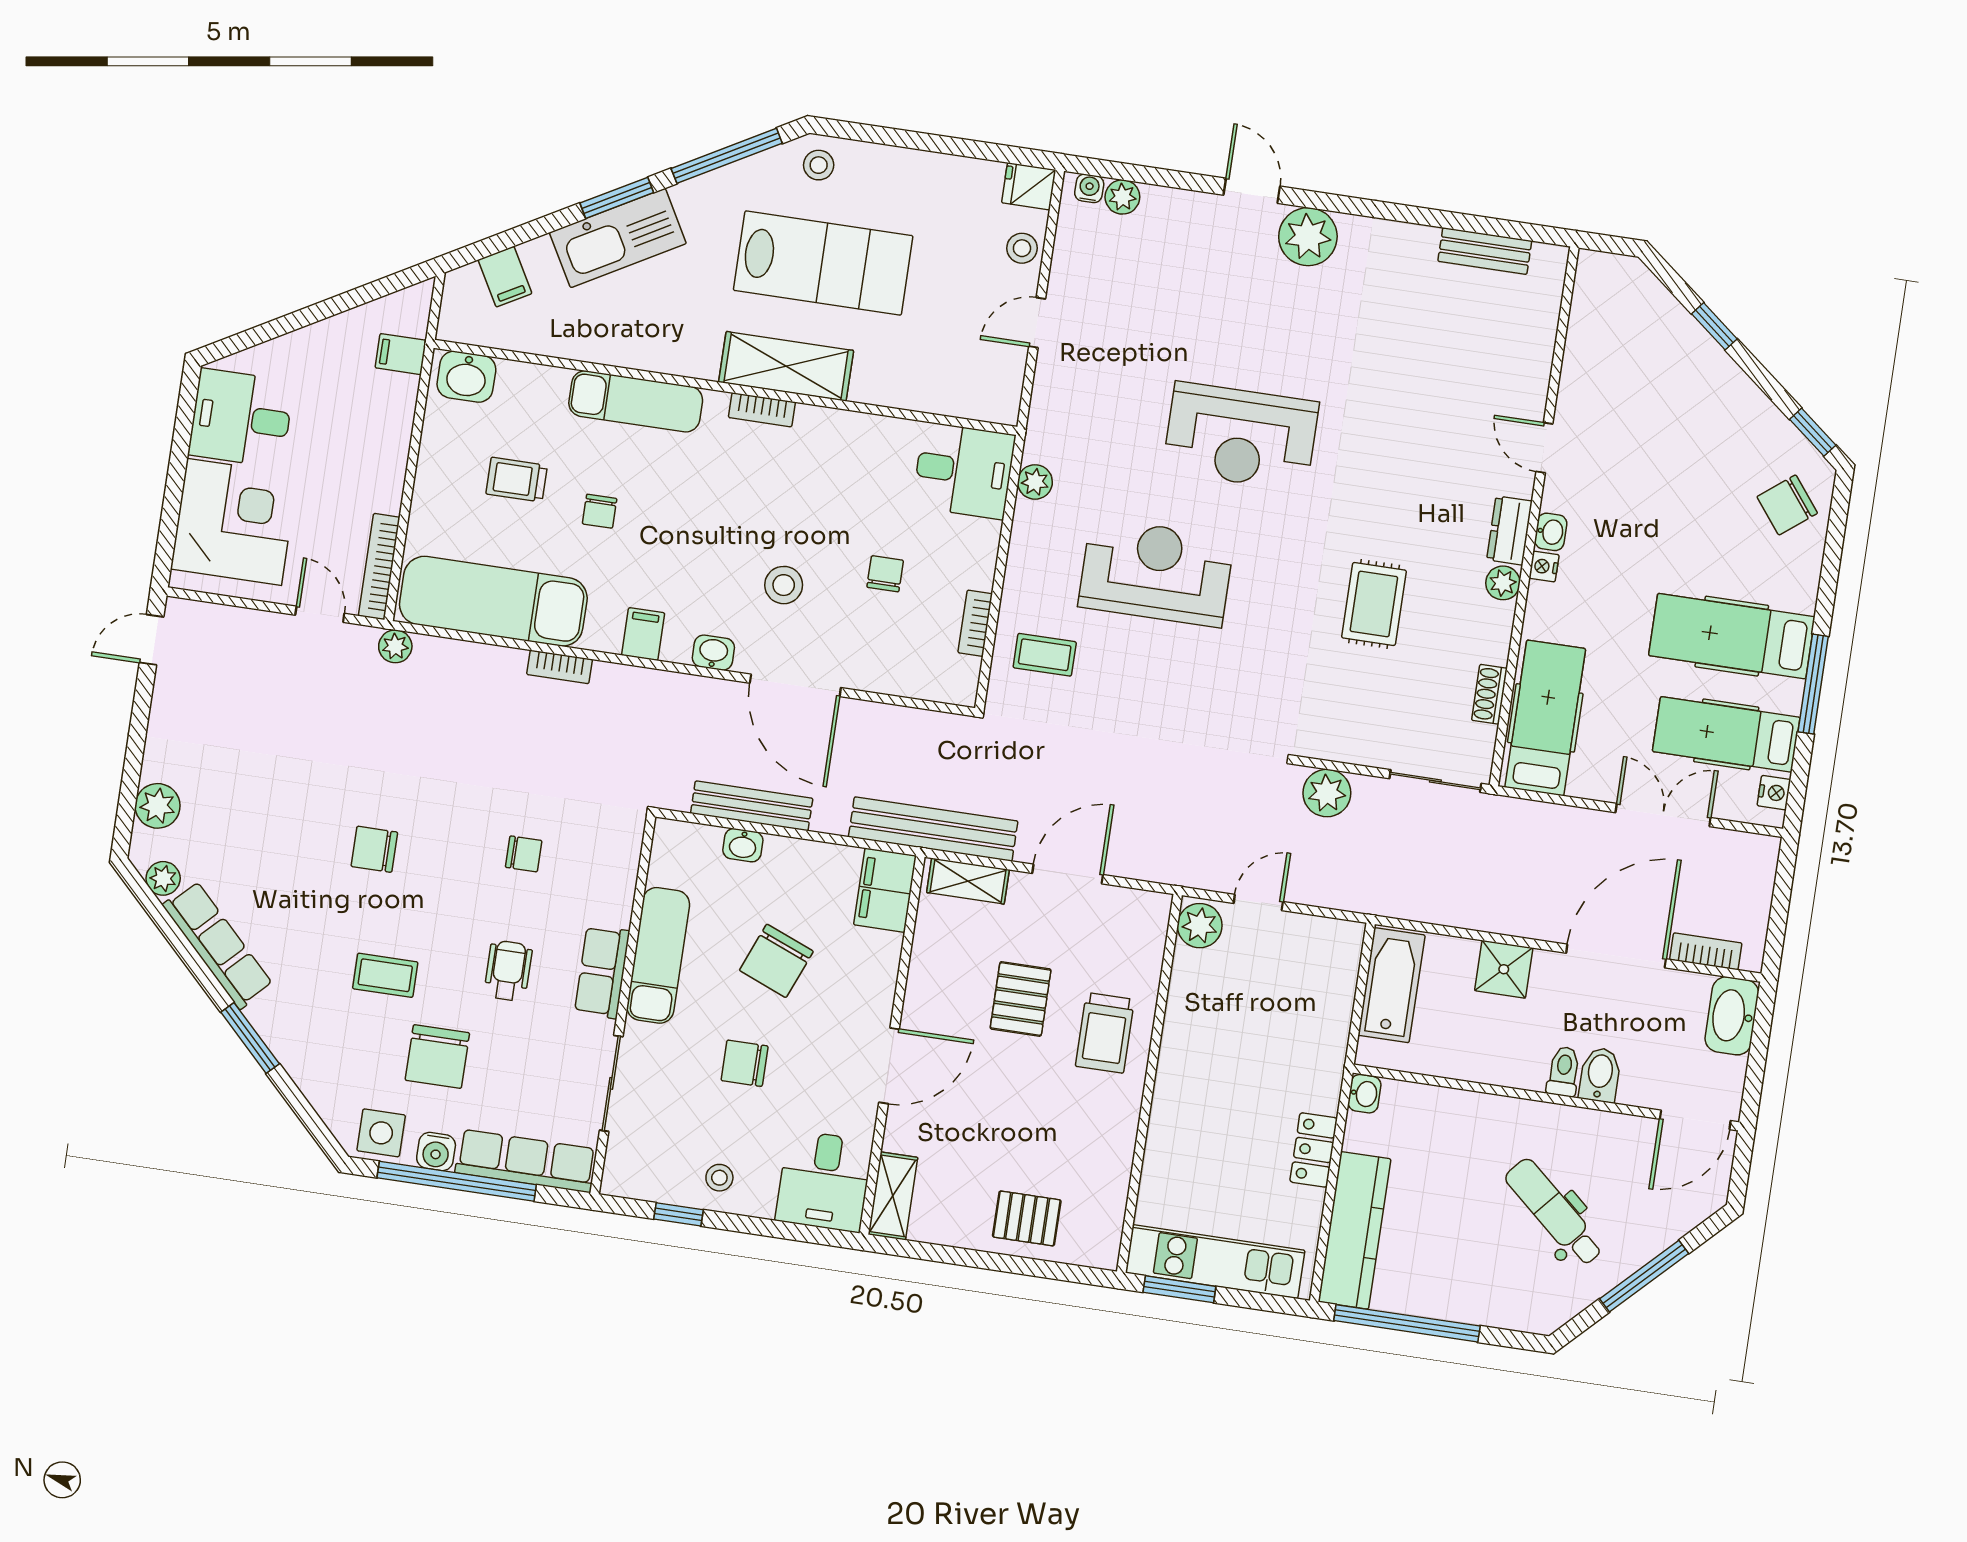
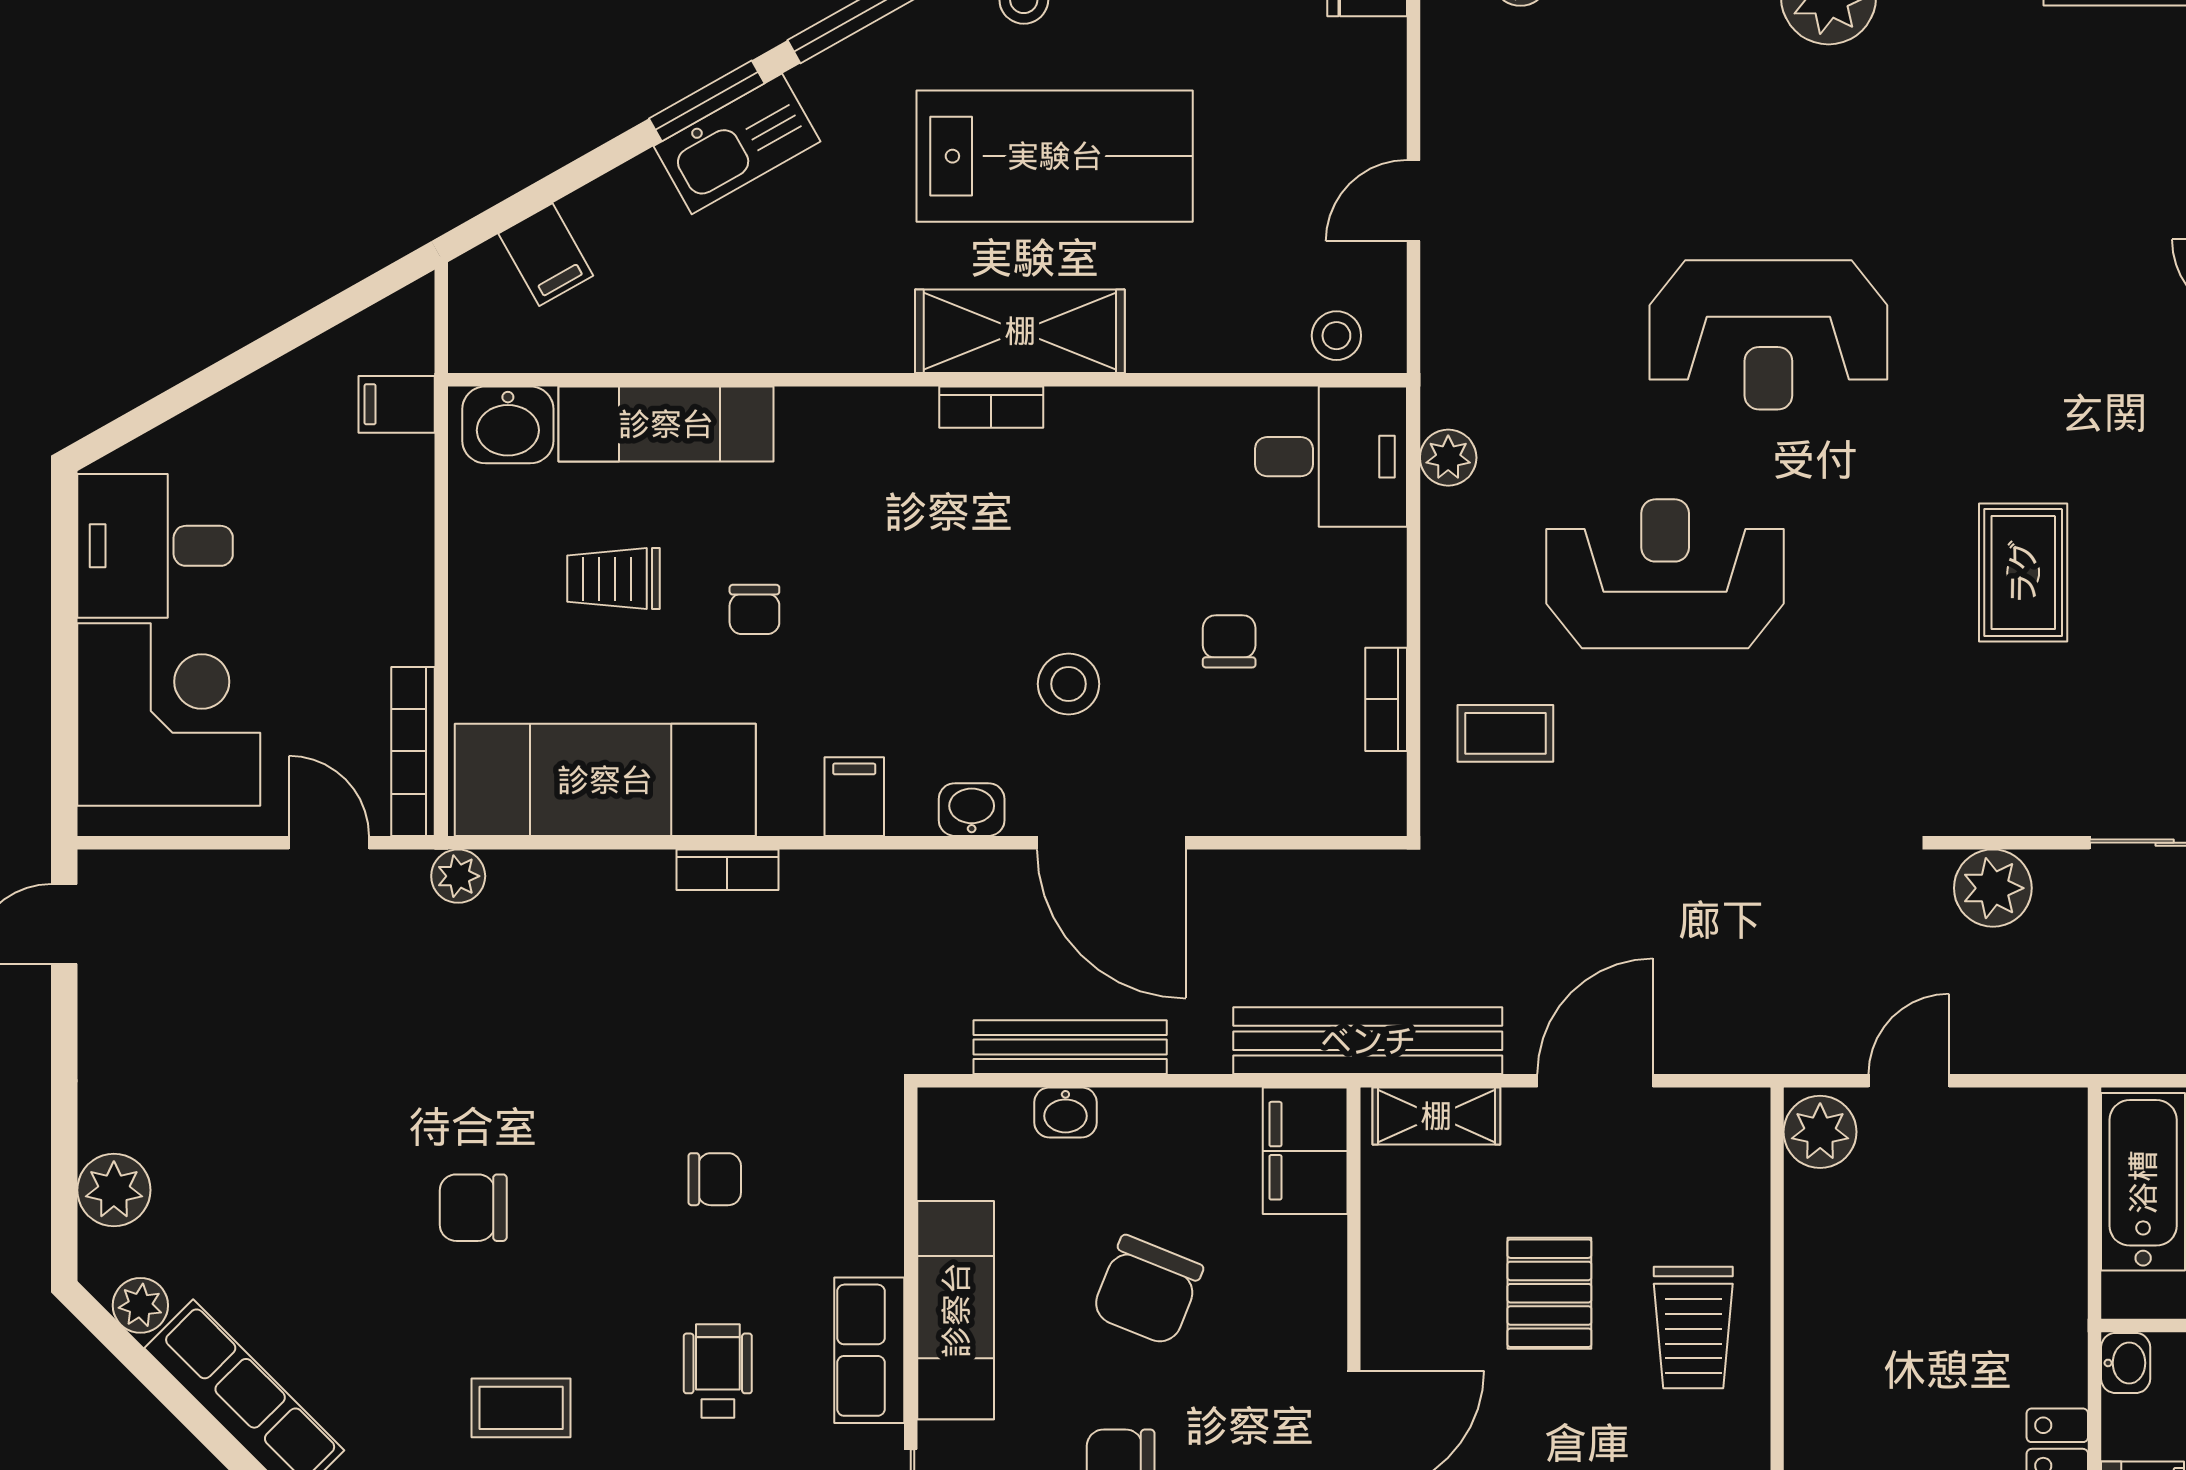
kitchen sink: (618, 238) -> (737, 144), width x0.73, depth x0.81
stool: (1022, 248) -> (1336, 336), moved
exam couch: (636, 401) -> (666, 424), moved

